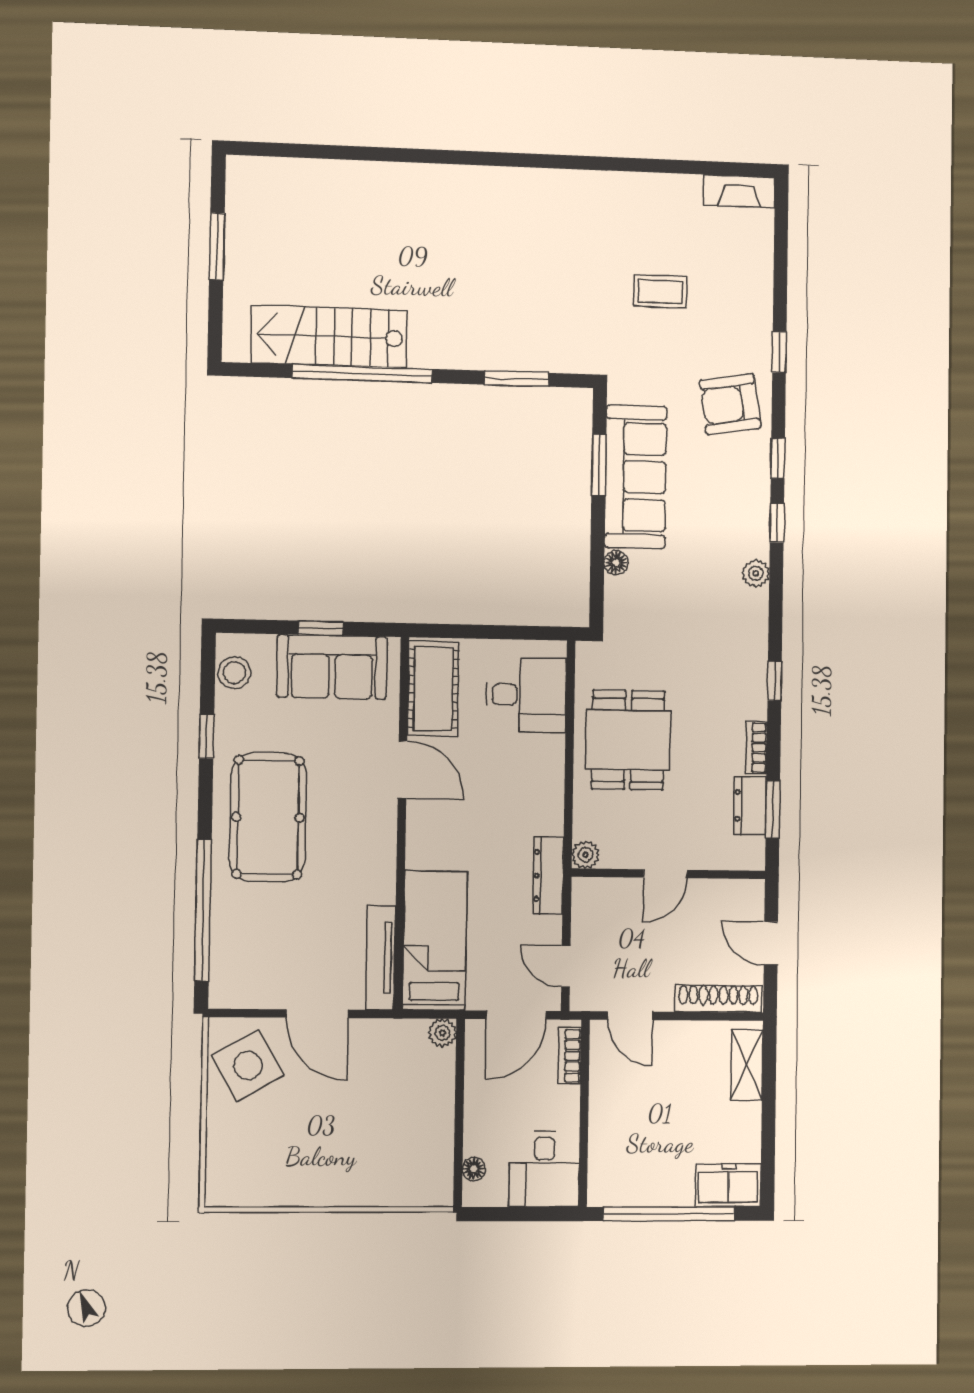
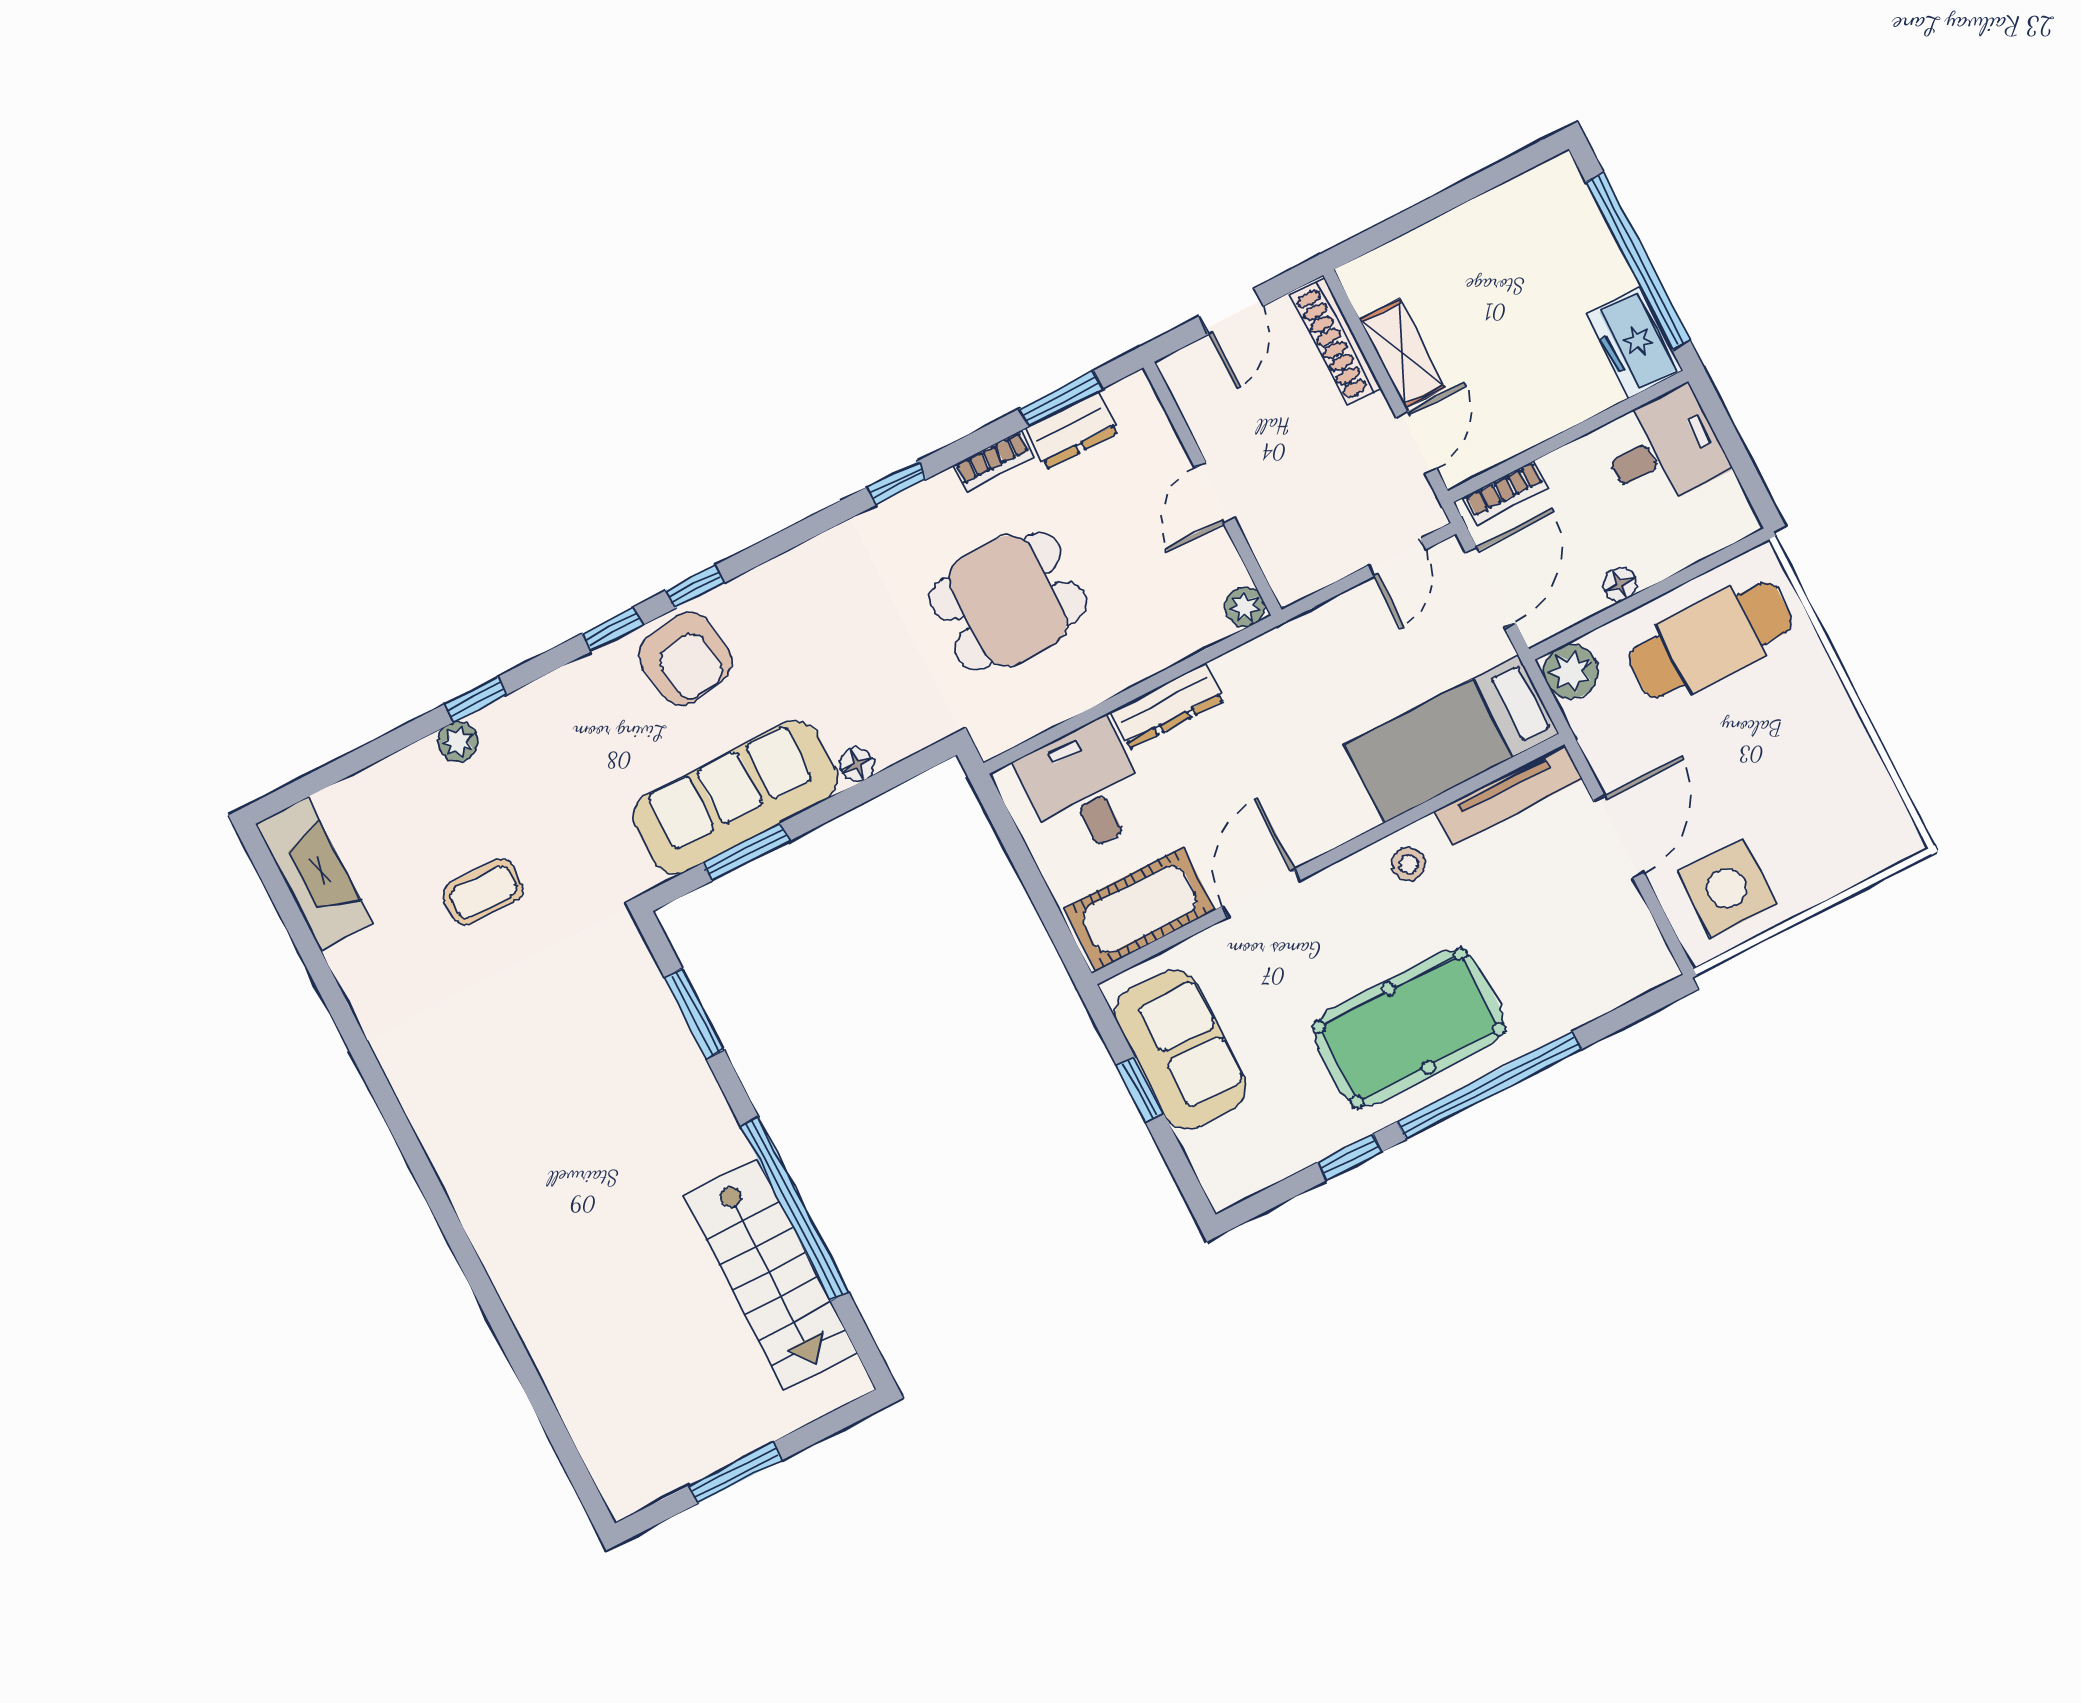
fireplace: (739, 191) -> (314, 874), width x1.37, depth x1.32
coffee table: (660, 291) -> (483, 892), turned 90
armchair: (730, 404) -> (685, 659), moved
plant: (756, 573) -> (458, 742), moved
stool: (234, 673) -> (1408, 864), moved, width x0.73, depth x0.73
dining table: (628, 740) -> (1008, 601), moved
door: (665, 874) -> (1215, 493), swing flipped
dresser: (548, 876) -> (1167, 706), moved
window: (203, 910) -> (1489, 1085), moved
door: (516, 1015) -> (1491, 587), hinge flipped
plant: (442, 1033) -> (1571, 671), width x1.38, depth x1.38
side table: (248, 1065) -> (1727, 888), turned 30
shelving: (747, 1065) -> (1402, 354), moved, turned 90
cafe table: (410, 1137) -> (1711, 640), added
floor lamp: (474, 1169) -> (1620, 584), moved
freezer: (728, 1185) -> (1634, 343), moved

